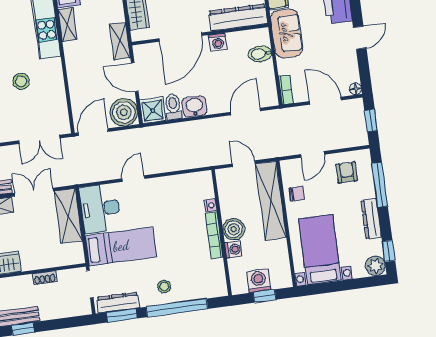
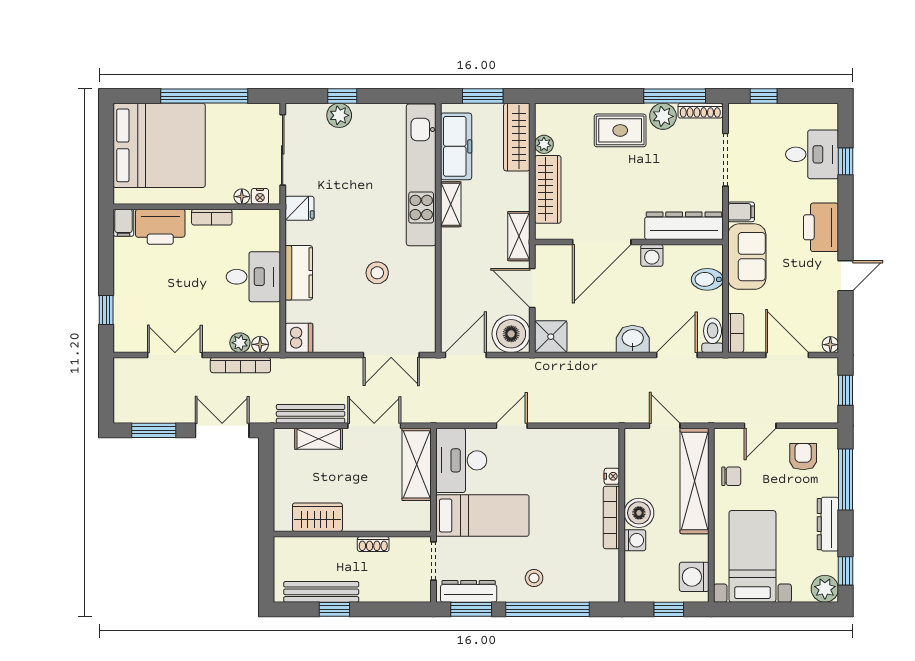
washbasin: (194, 106) -> (633, 339), moved
toilet: (173, 107) -> (713, 335), moved
washing machine: (259, 281) -> (694, 577), moved, turned -90

